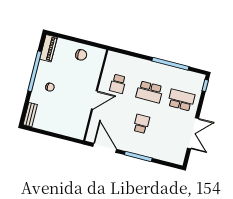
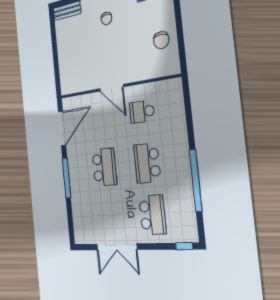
school desk: (141, 124) -> (104, 167), width x1.85

